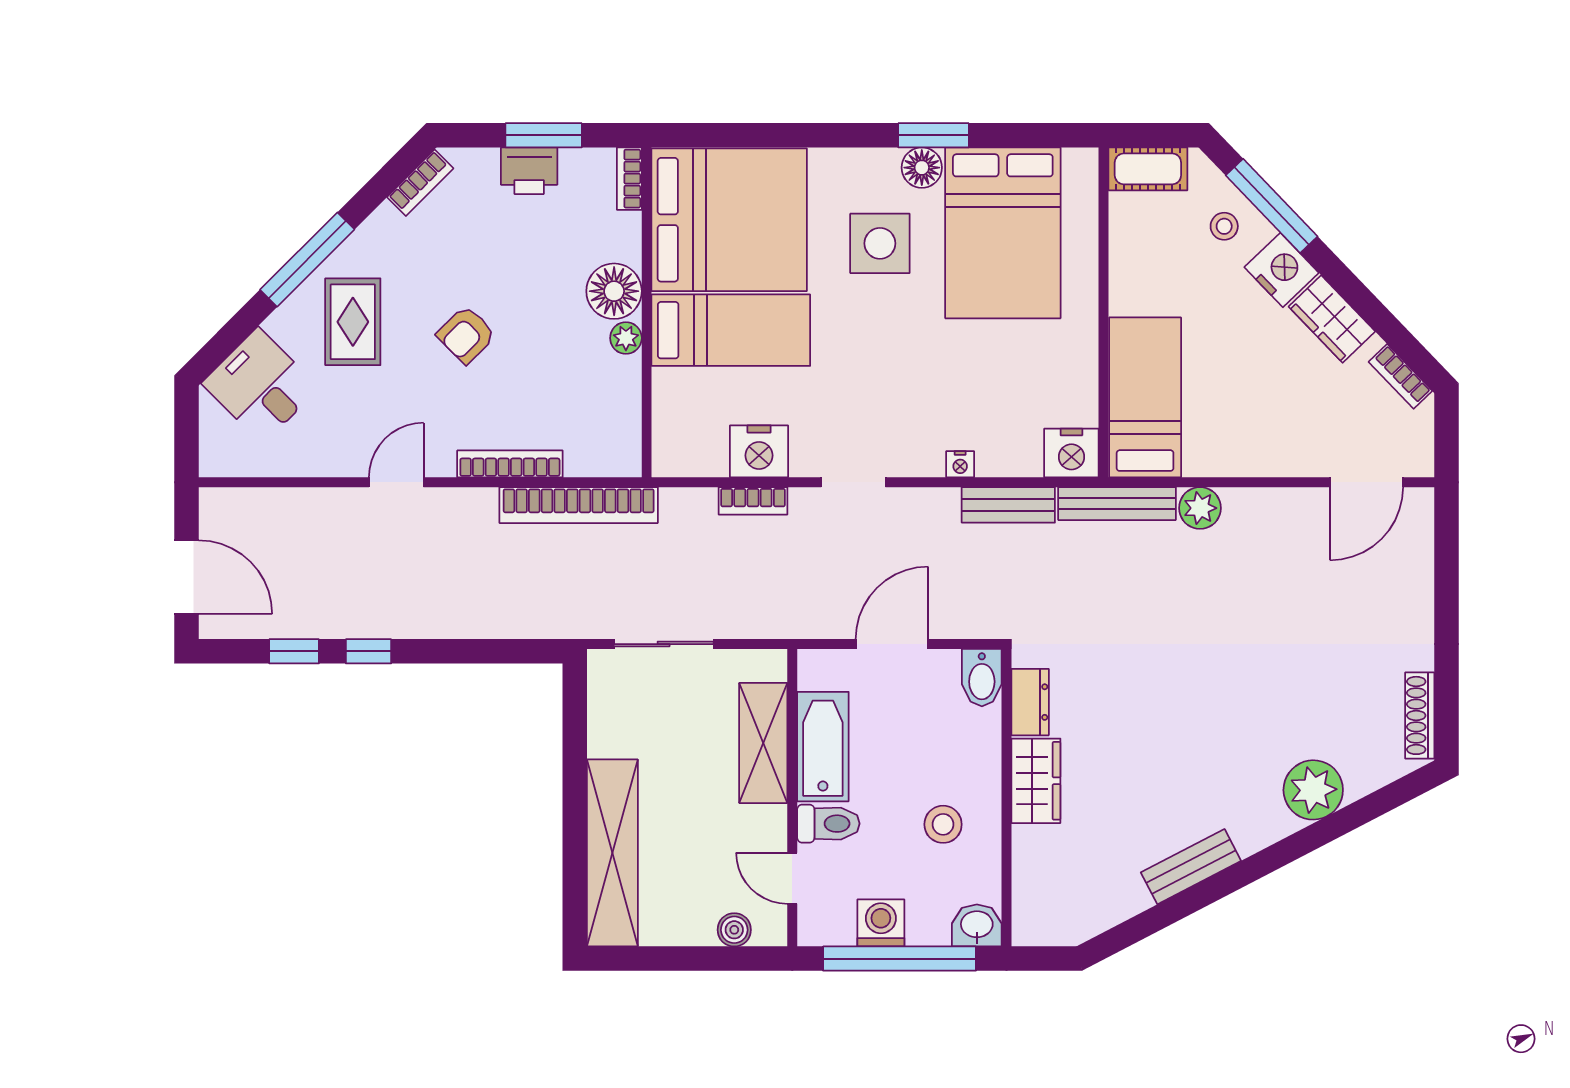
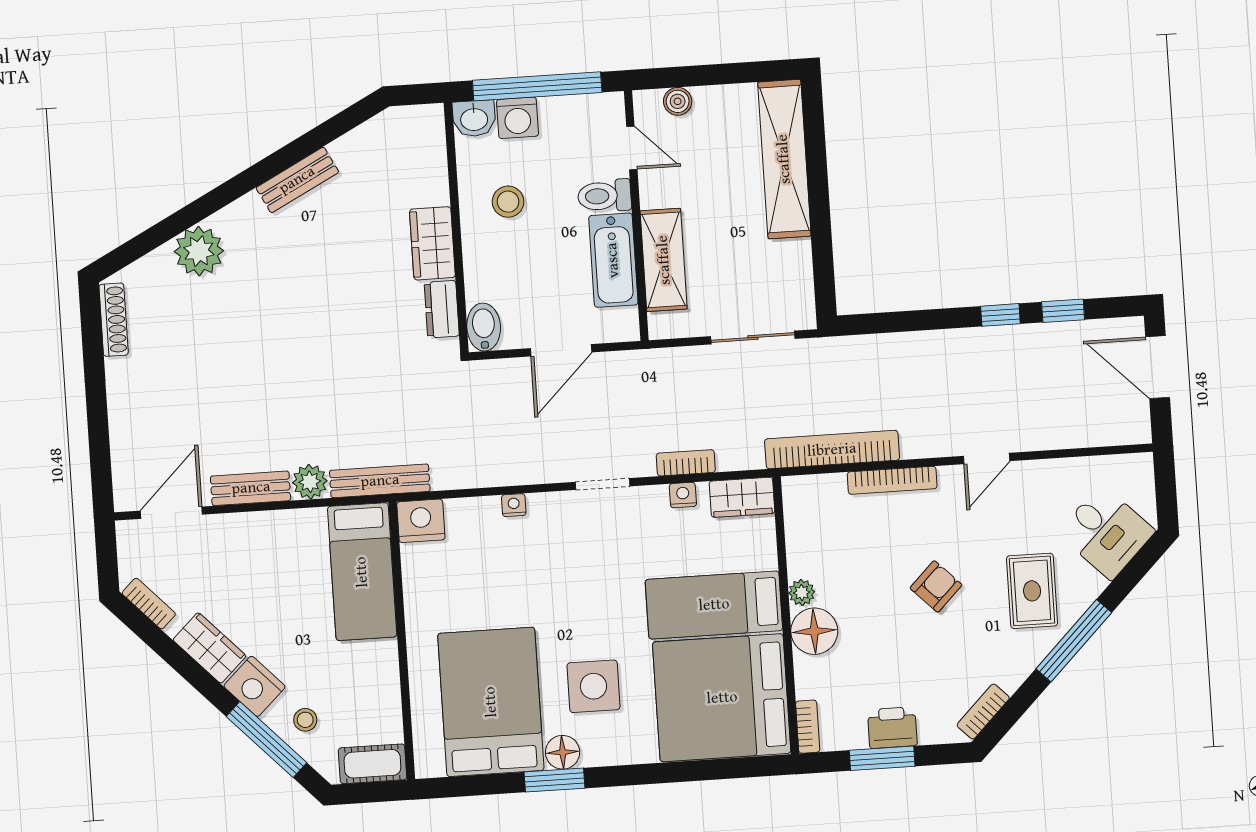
nightstand: (759, 451) -> (683, 495), width x0.53, depth x0.56
wardrobe: (689, 456) -> (742, 497), added
bench: (1008, 505) -> (251, 488), moved
washing machine: (881, 923) -> (518, 118), moved

